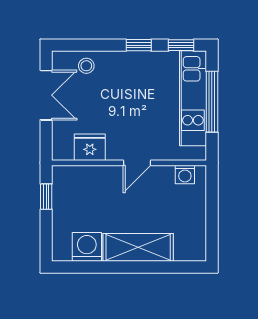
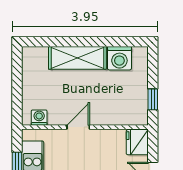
fridge: (90, 147) -> (137, 142), moved, turned 90

